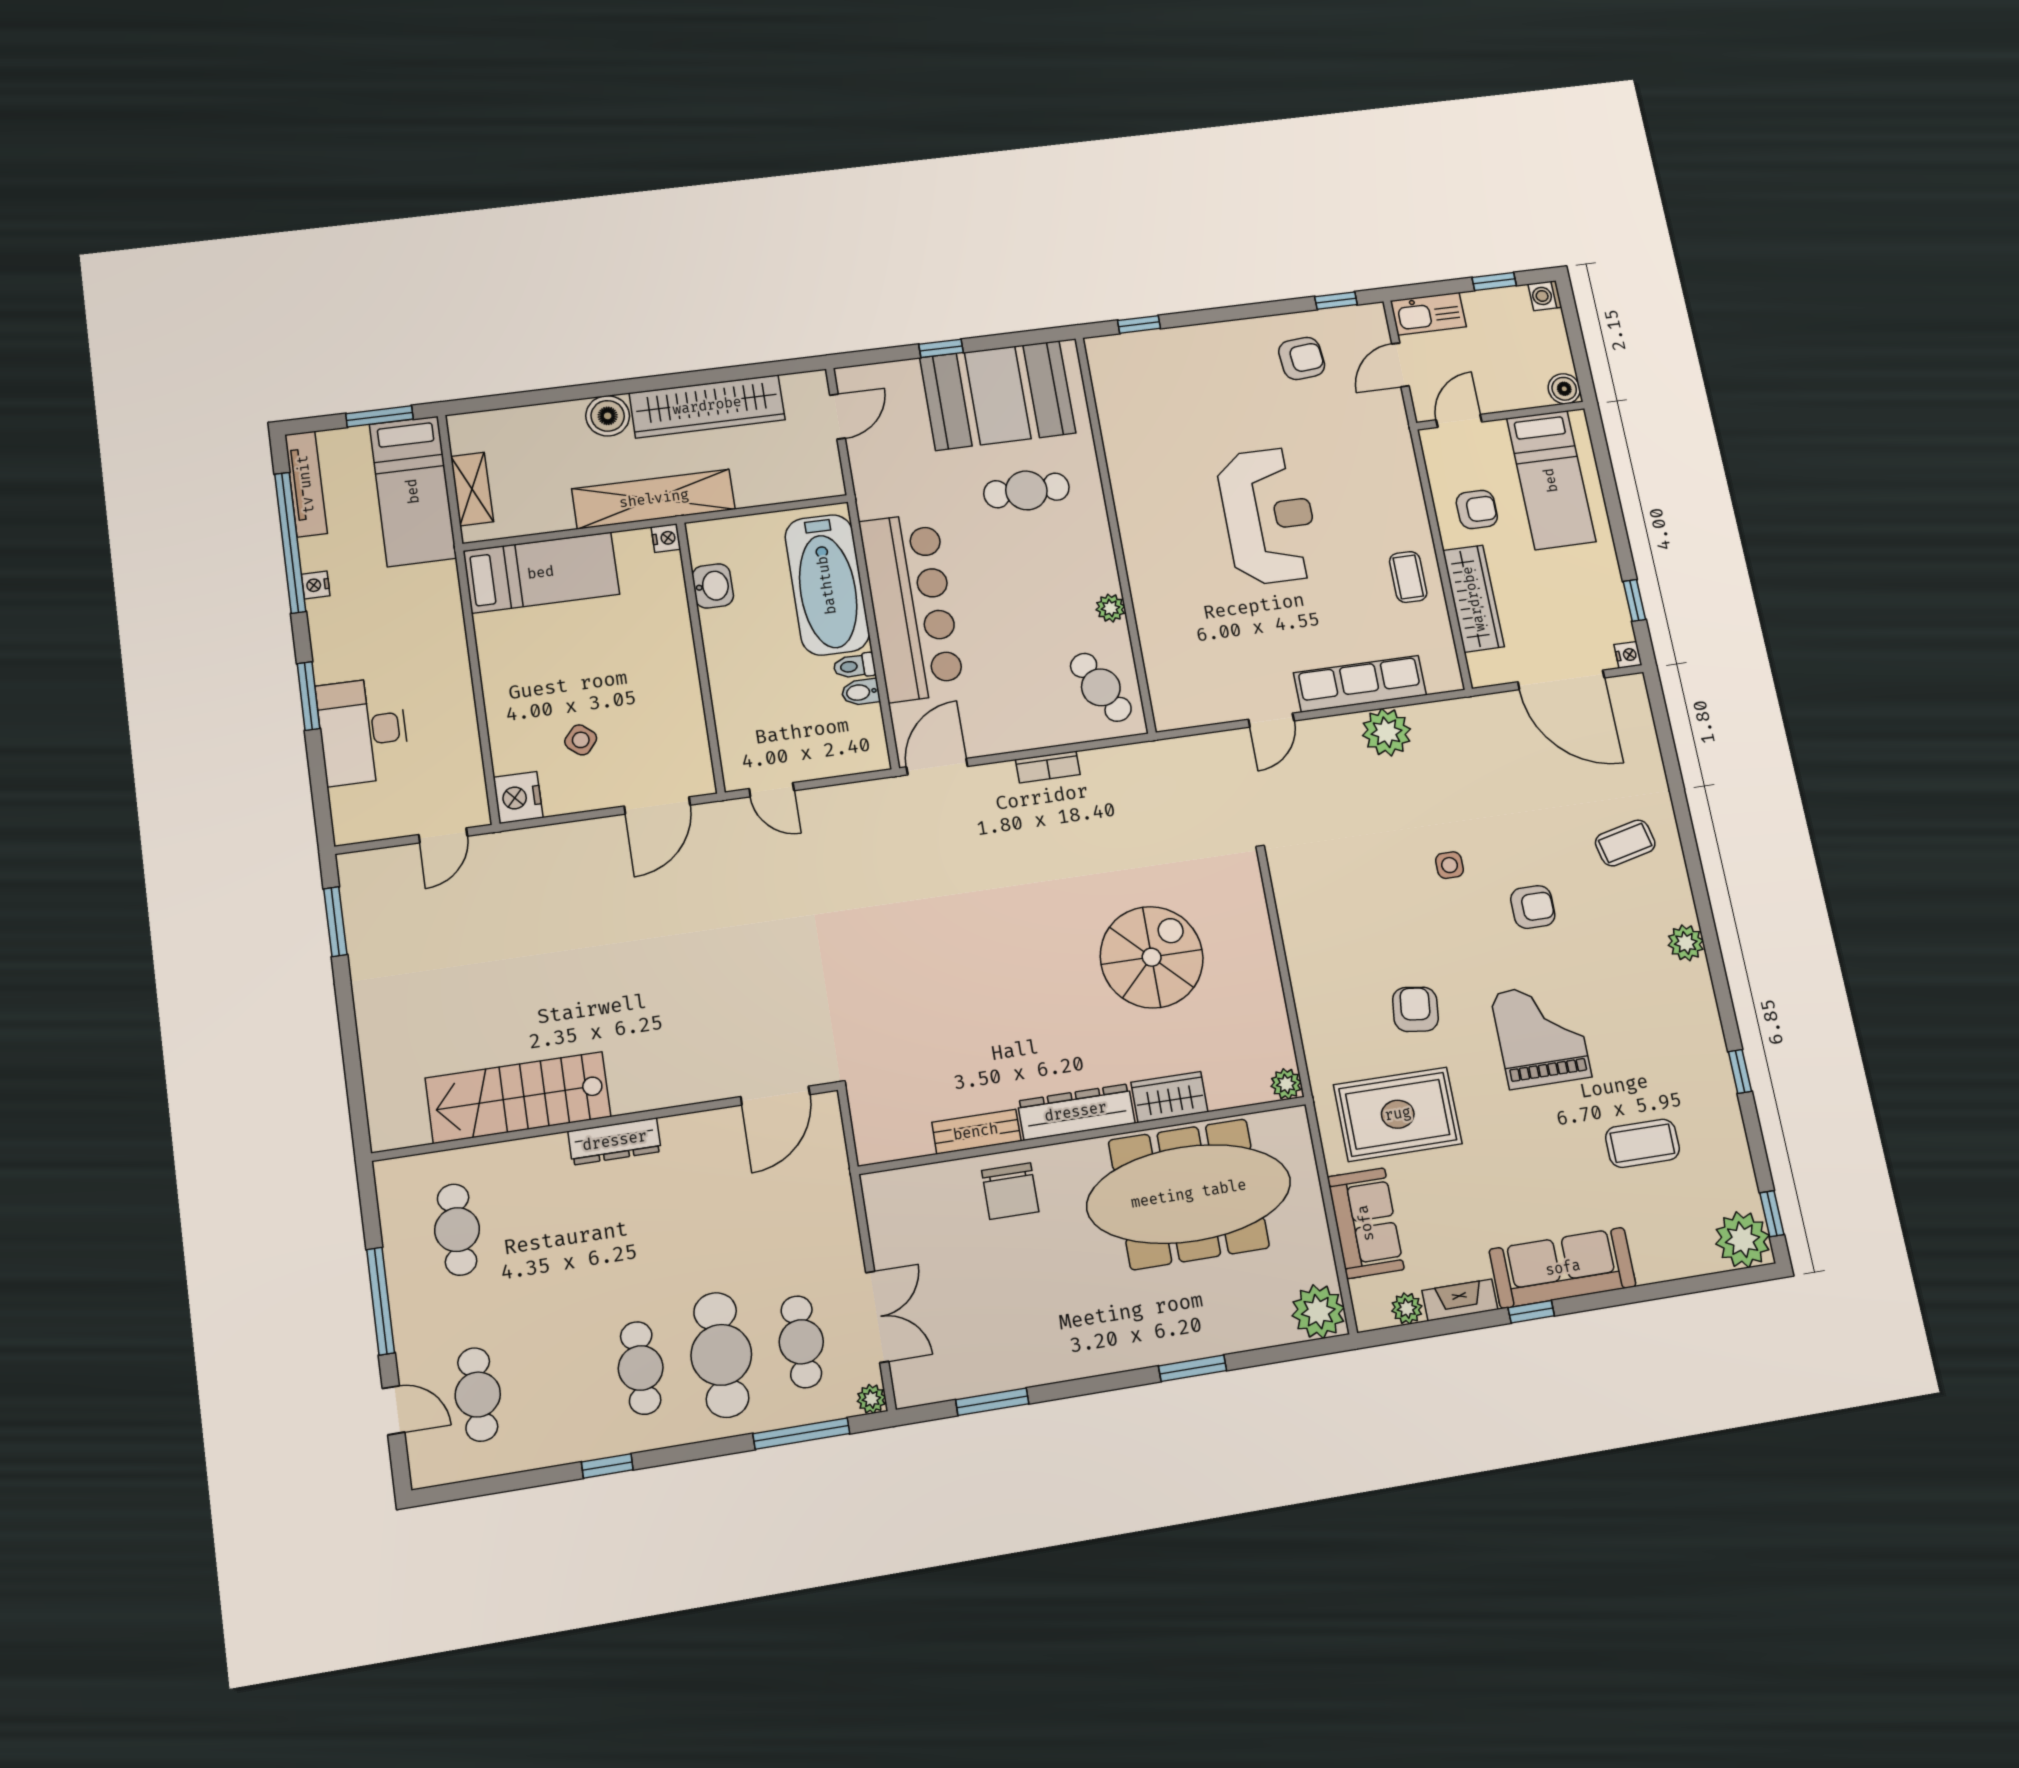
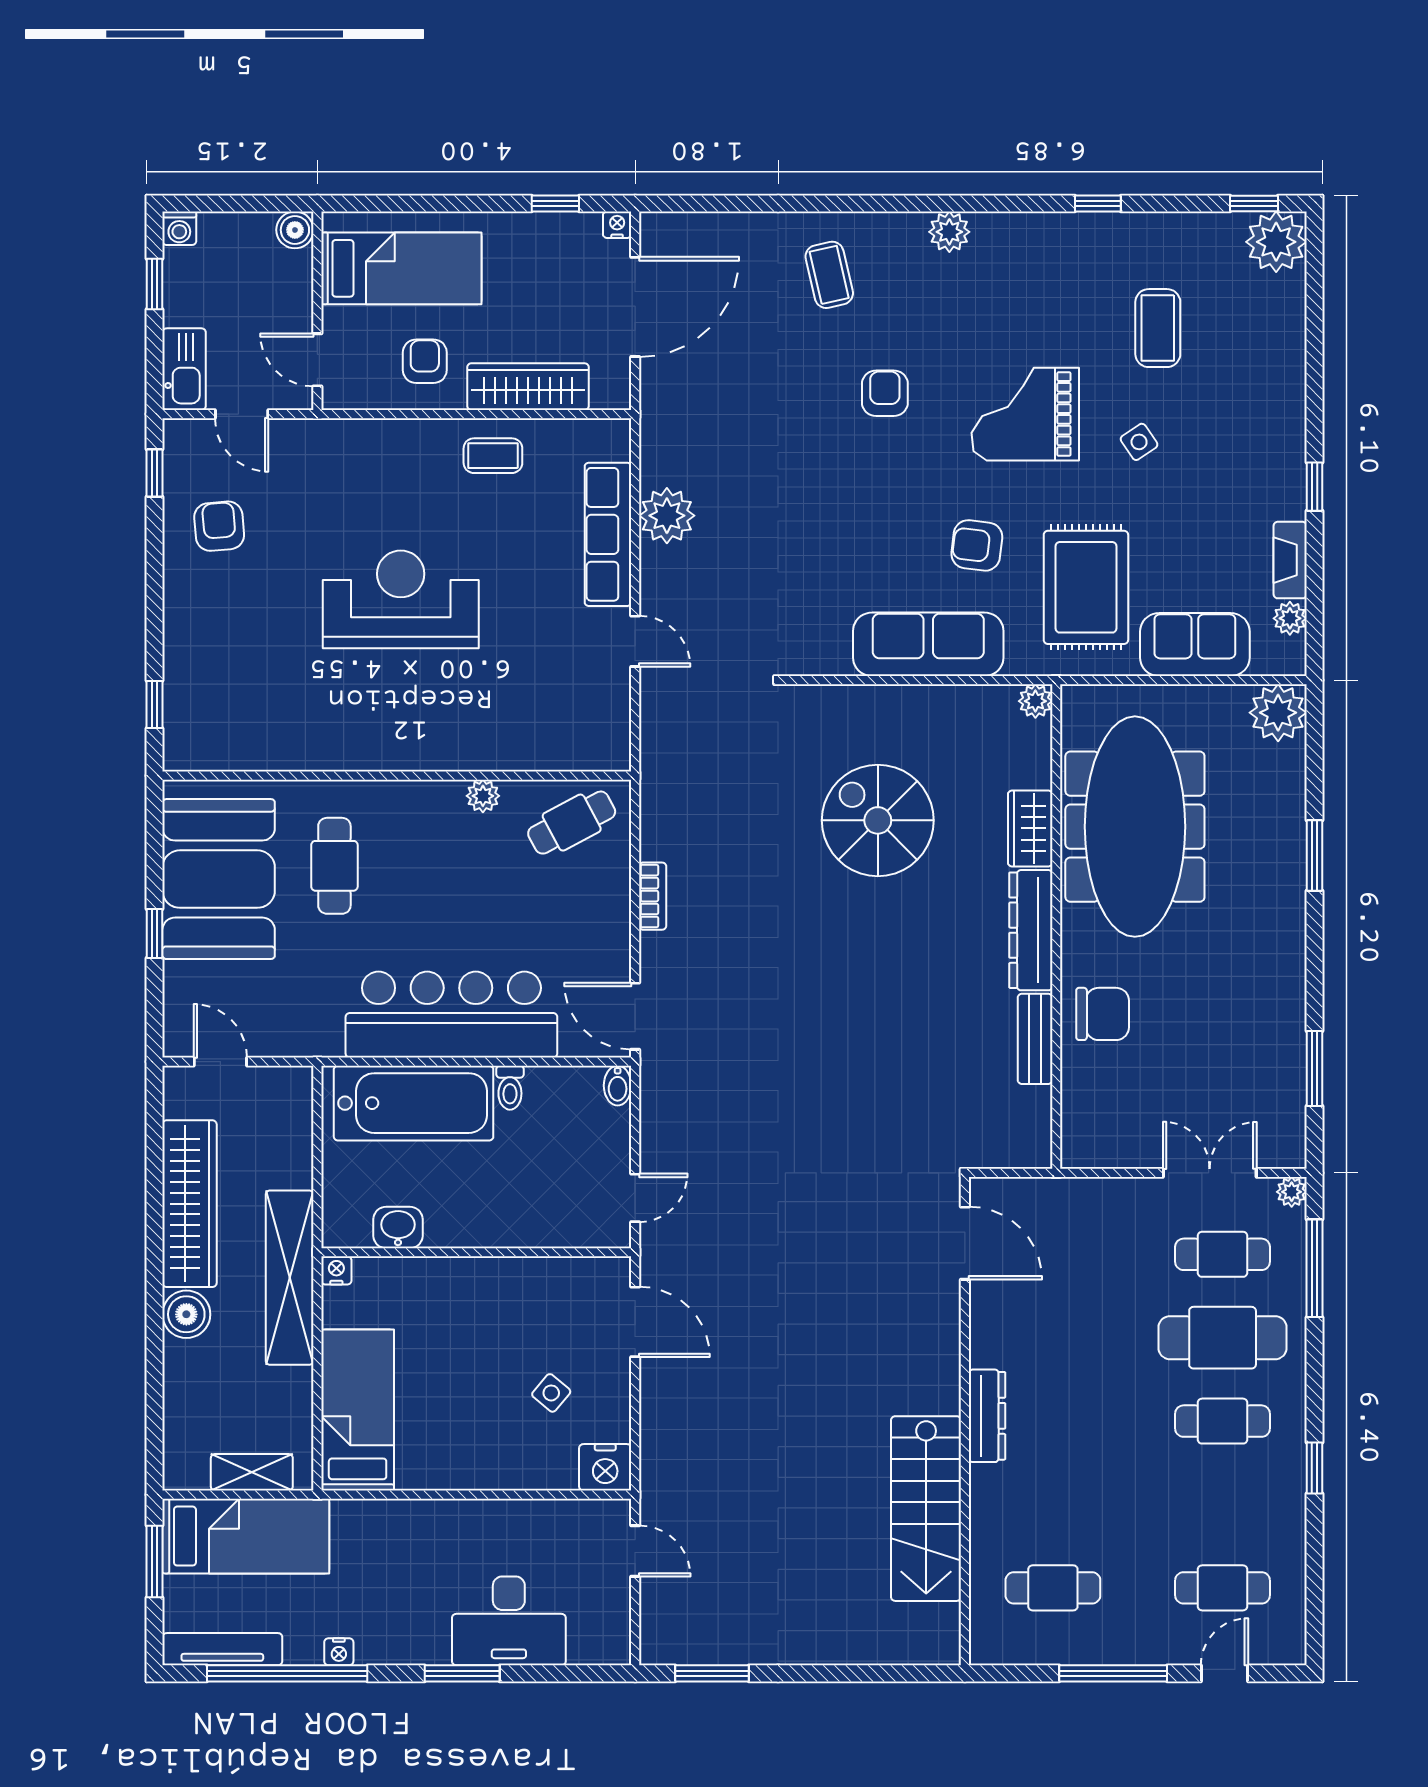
bidet: (861, 692) -> (618, 1086), moved
side table: (1450, 865) -> (1139, 442), moved, turned -34
sofa: (1563, 1268) -> (928, 644), moved, turned 90

